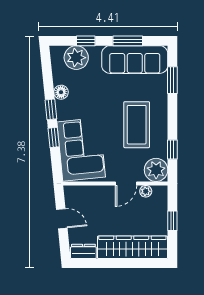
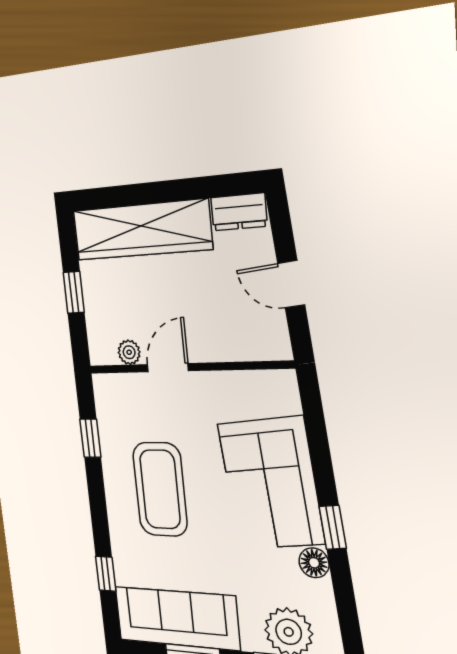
window: (172, 80) -> (106, 574), width x0.67
window: (54, 137) -> (322, 467), removed
corner sofa: (81, 149) -> (271, 484), moved
plant: (156, 170) -> (115, 397), removed

